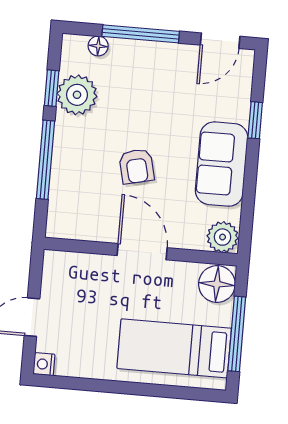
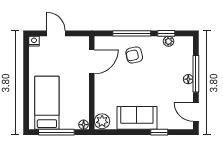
floor lamp: (98, 46) -> (188, 79), moved
plant: (77, 95) -> (169, 41), width x0.53, depth x0.53
armchair: (137, 166) -> (134, 55), moved
door: (142, 252) -> (92, 62), moved
floor lamp: (217, 284) -> (84, 125), width x0.53, depth x0.53

